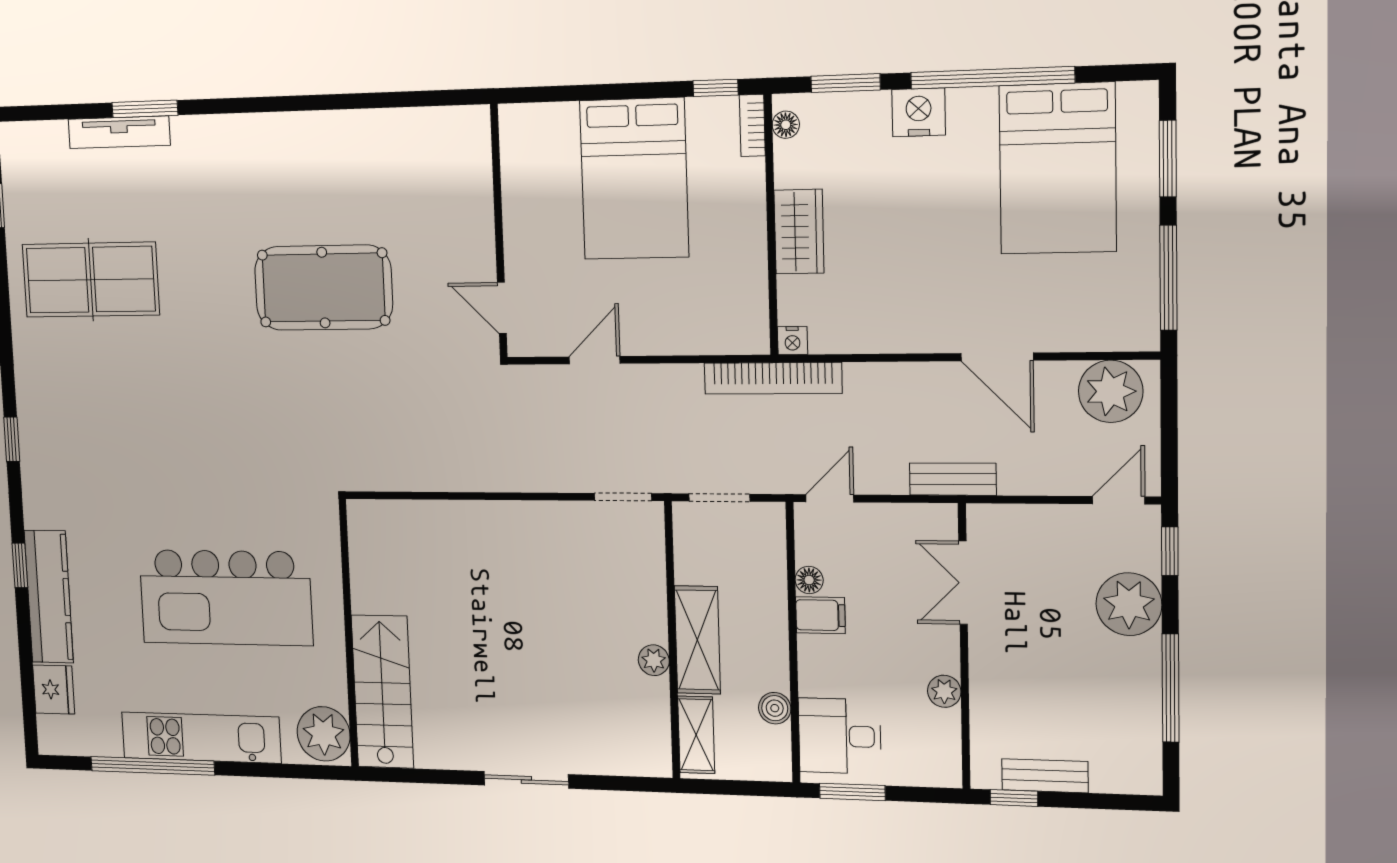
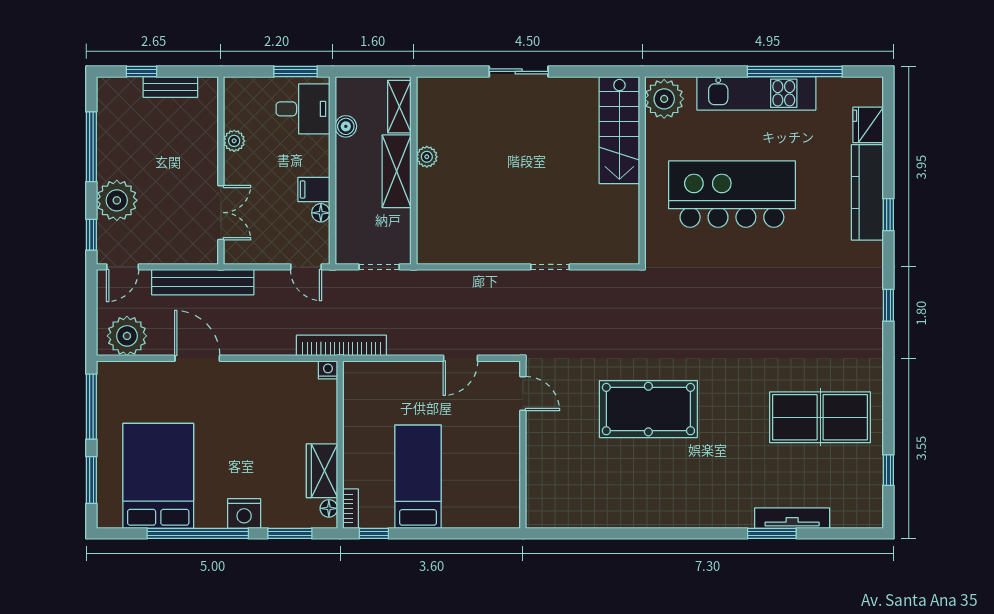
bed: (634, 179) -> (418, 477), width x0.67
wardrobe: (799, 232) -> (322, 471), moved
bench: (953, 479) -> (203, 282), width x1.86, depth x1.21
doorway: (623, 497) -> (550, 267), moved
door: (830, 498) -> (306, 267), hinge flipped
window: (1014, 798) -> (142, 71), moved

